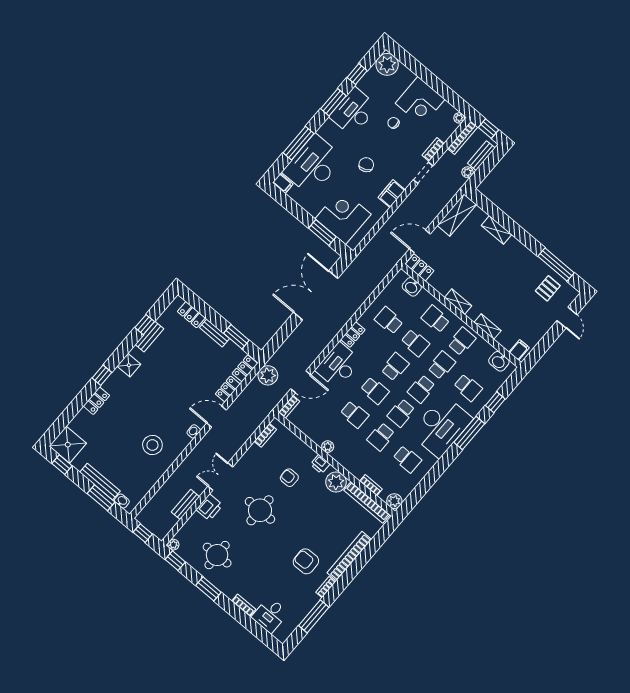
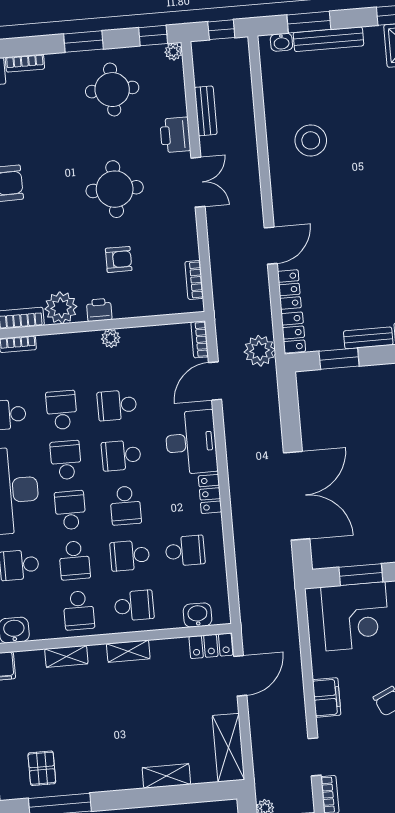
washbasin: (194, 431) -> (280, 203), removed

